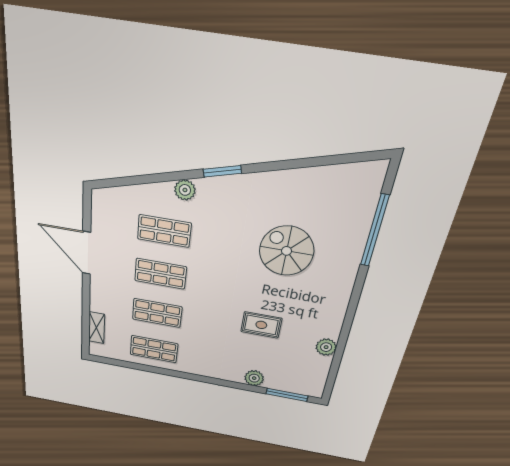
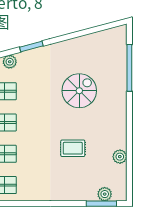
spiral stairs: (287, 251) -> (79, 91), turned 90
plant: (254, 378) -> (105, 194), moved

